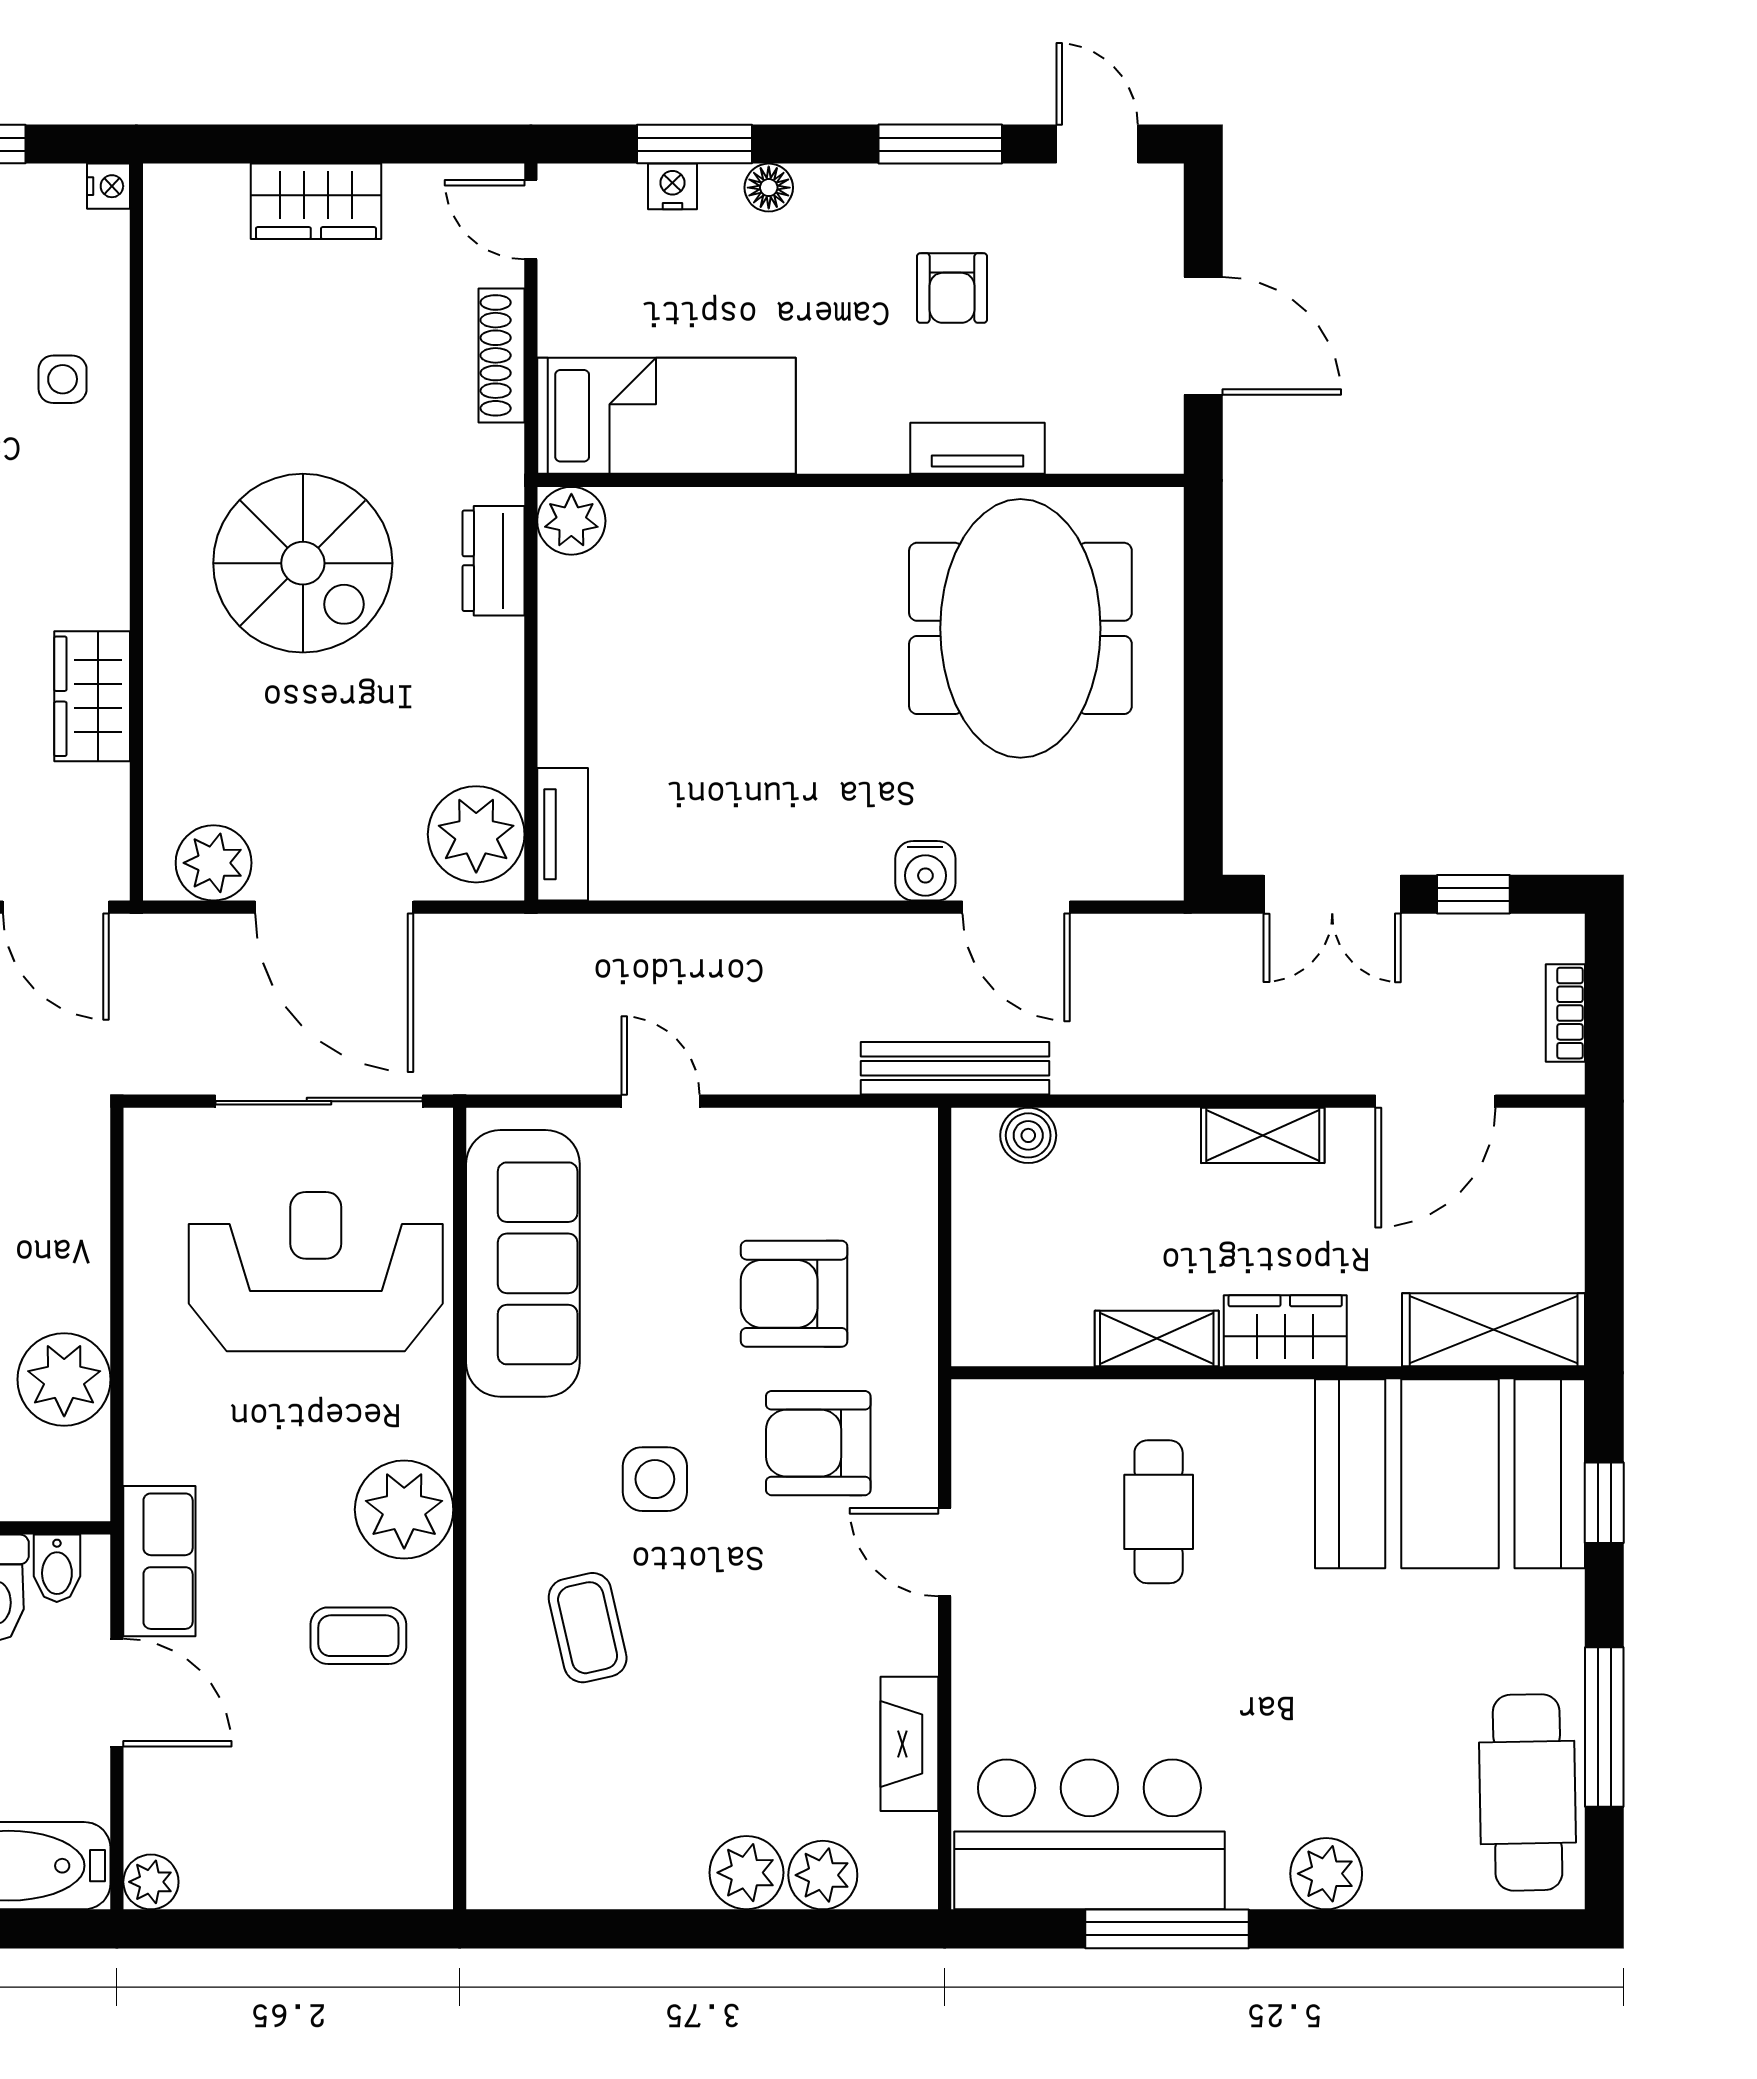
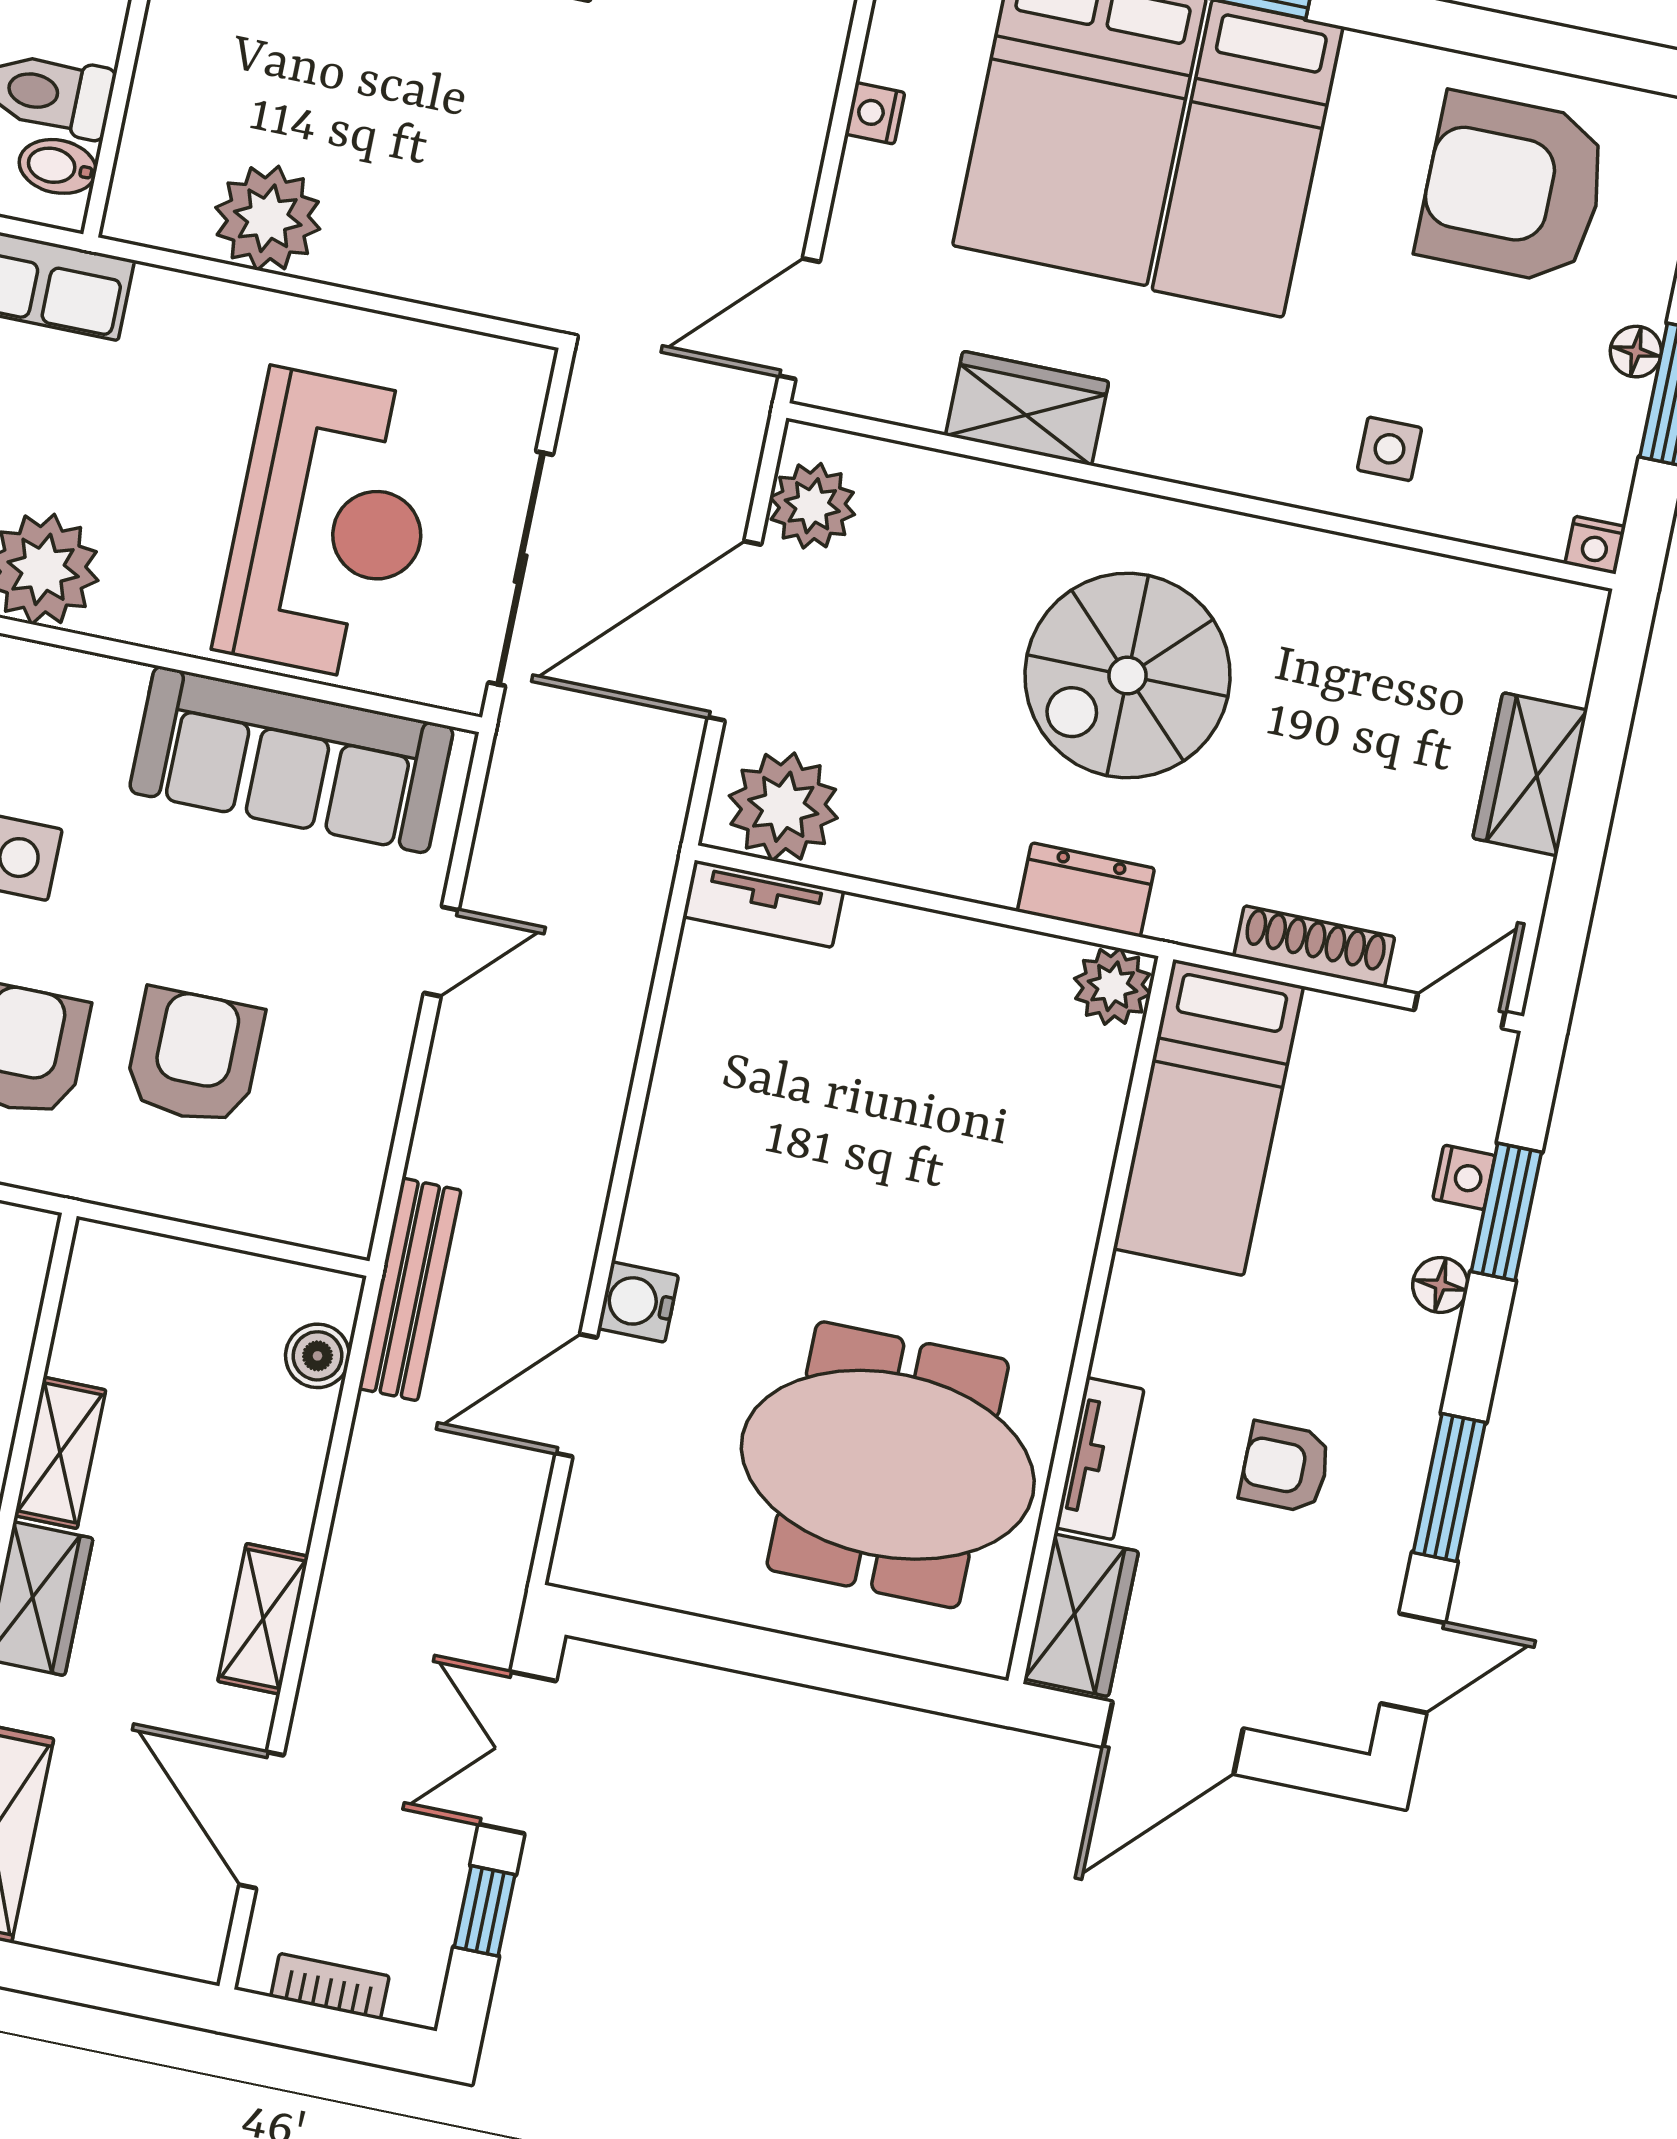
wardrobe: (1115, 436) -> (1081, 1615), added

